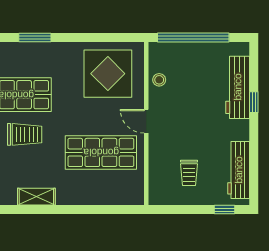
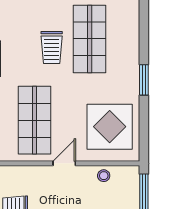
window: (35, 38) -> (144, 80), moved

